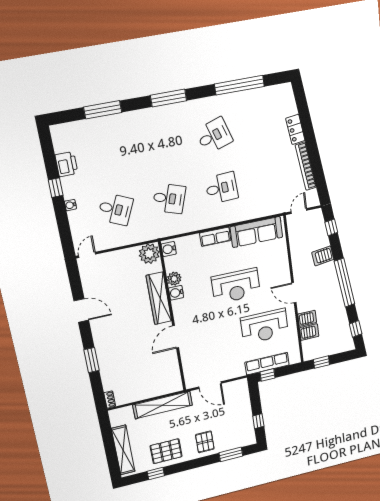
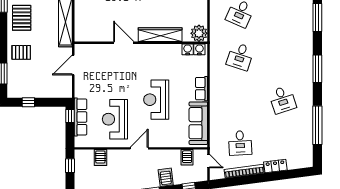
desk: (222, 188) -> (240, 143), moved
plant: (174, 279) -> (174, 50), removed
water cooler: (176, 293) -> (188, 49), moved
server rack: (307, 318) -> (187, 157), moved

